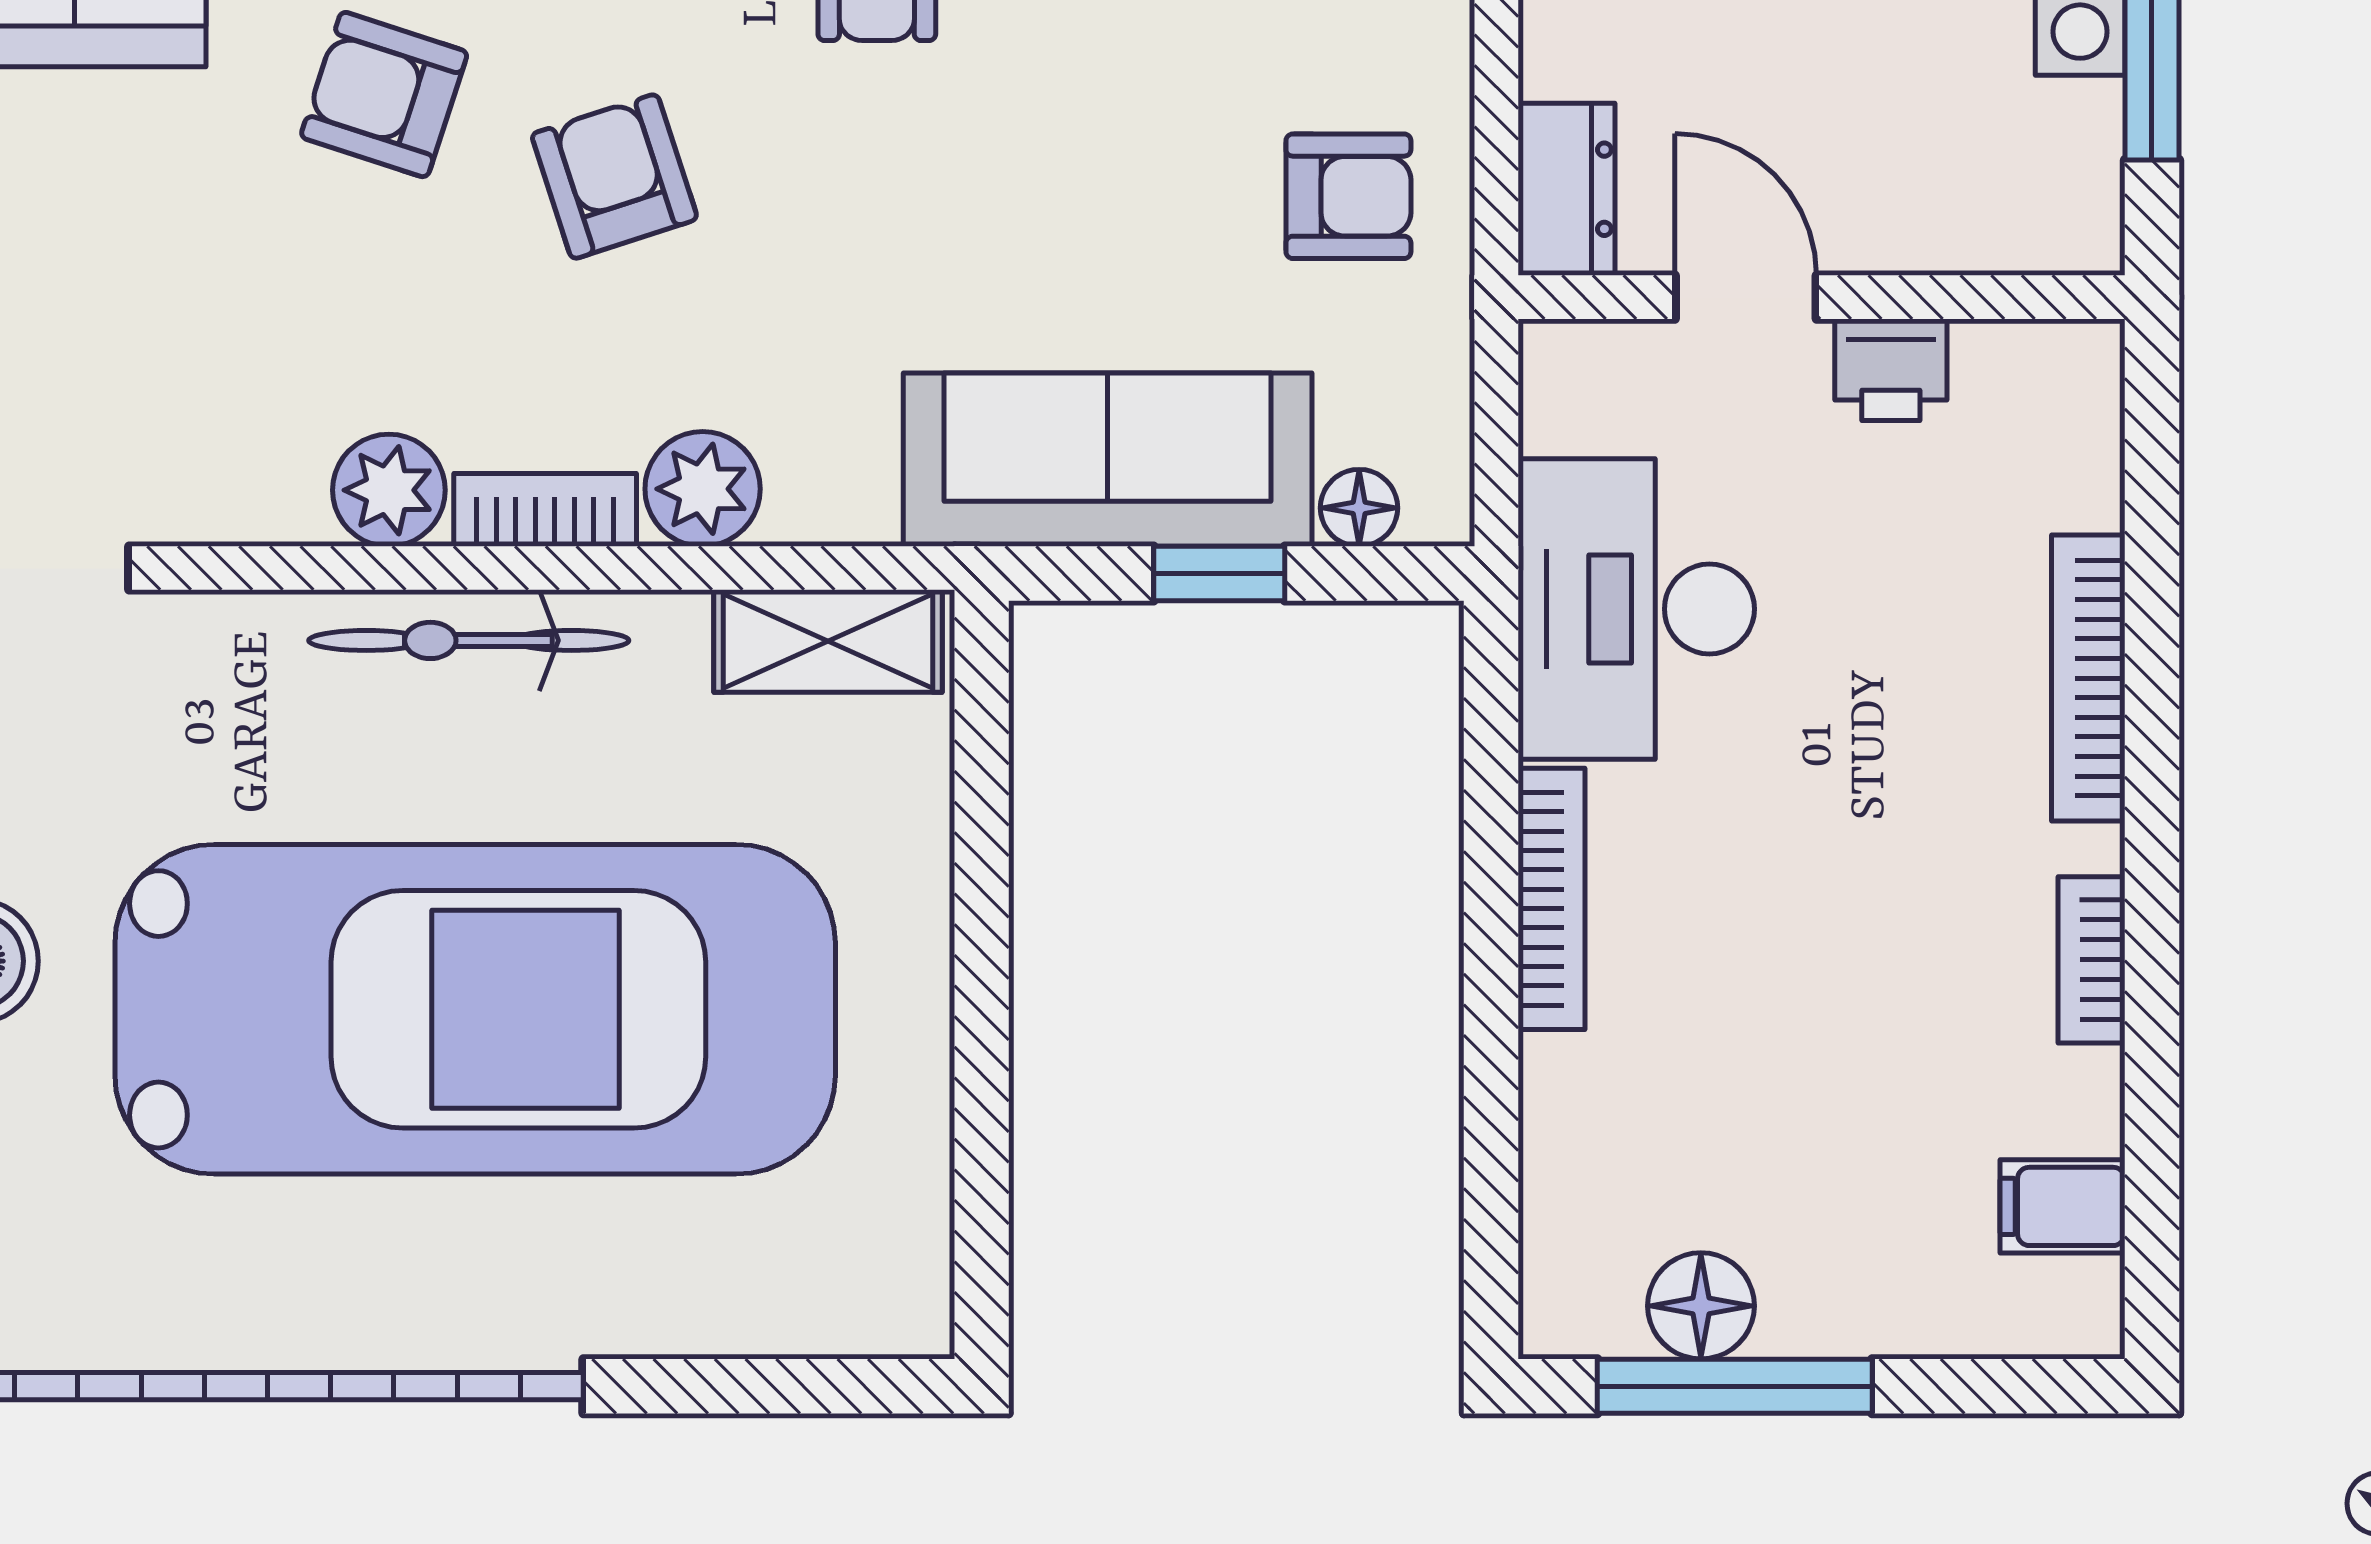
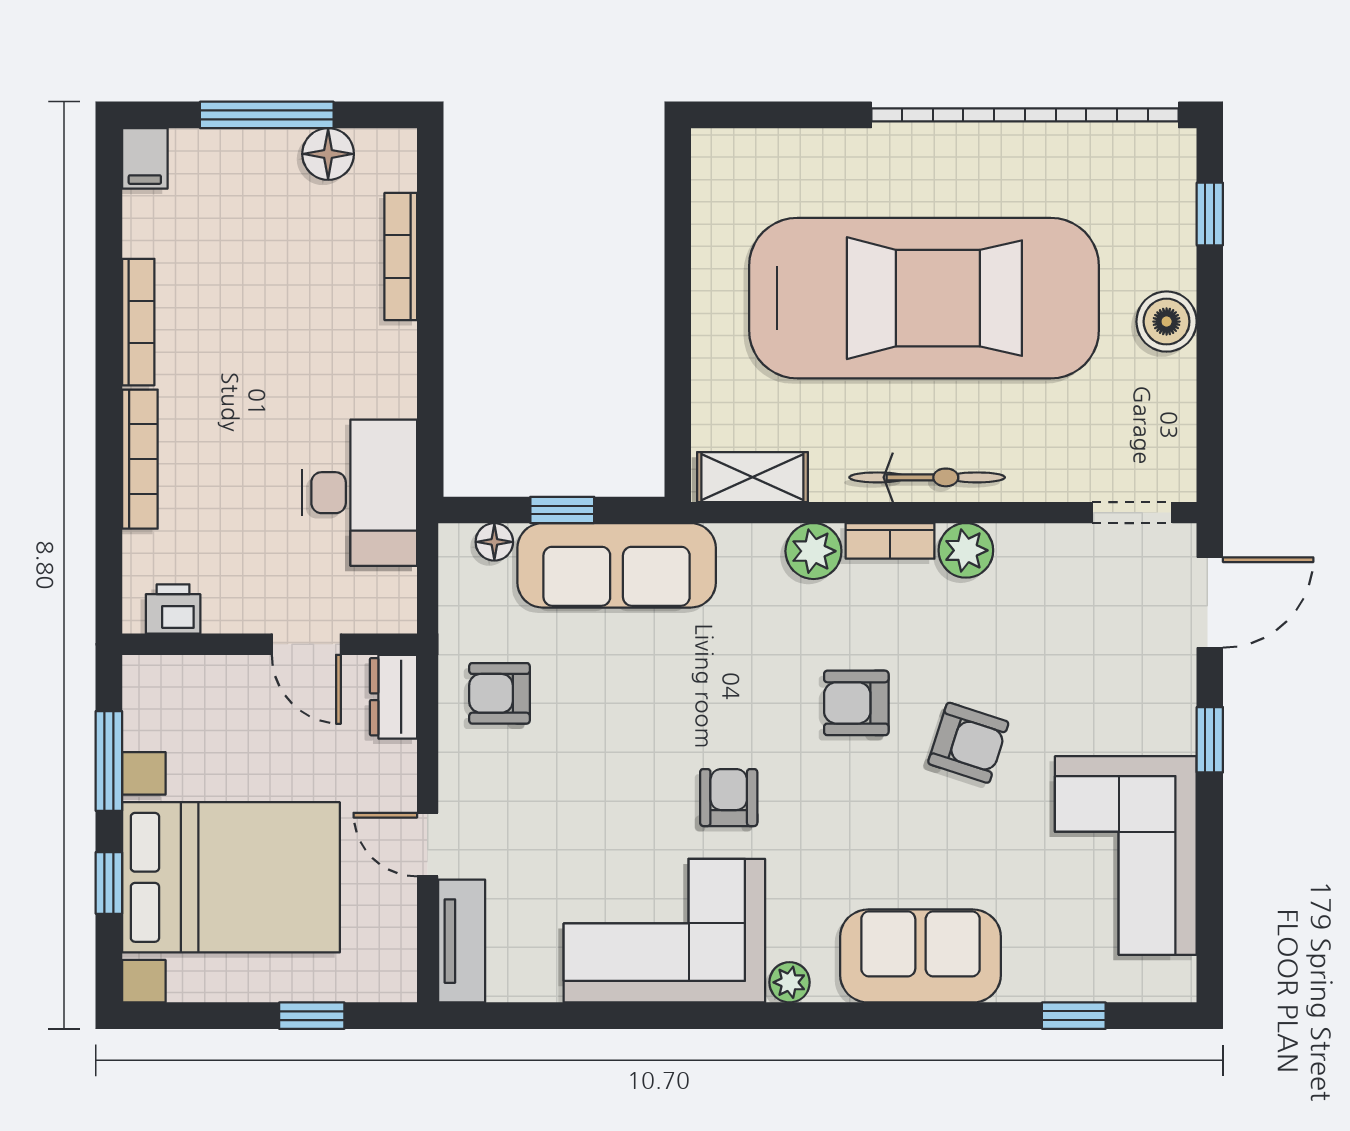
armchair: (614, 177) -> (856, 703), turned 108
printer: (1891, 370) -> (173, 609), moved
bookcase: (1551, 899) -> (401, 257), moved
bookcase: (2092, 960) -> (138, 322), width x1.56
car: (475, 1009) -> (924, 298), turned 180
filing cabinet: (2062, 1206) -> (145, 158), moved, turned 90
window: (1735, 1386) -> (267, 115), moved

